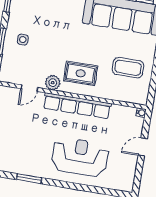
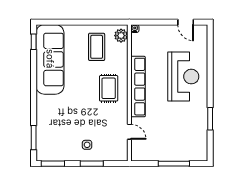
plant: (53, 83) -> (121, 36), moved
door: (143, 147) -> (186, 22), moved
reception desk: (80, 157) -> (183, 77), turned 180

